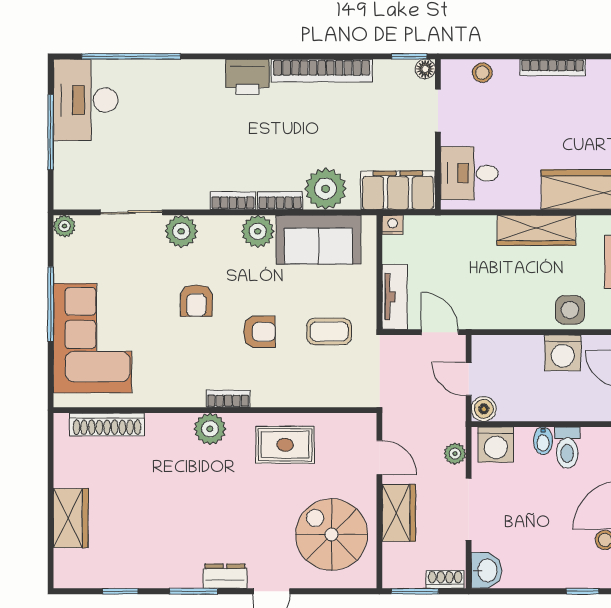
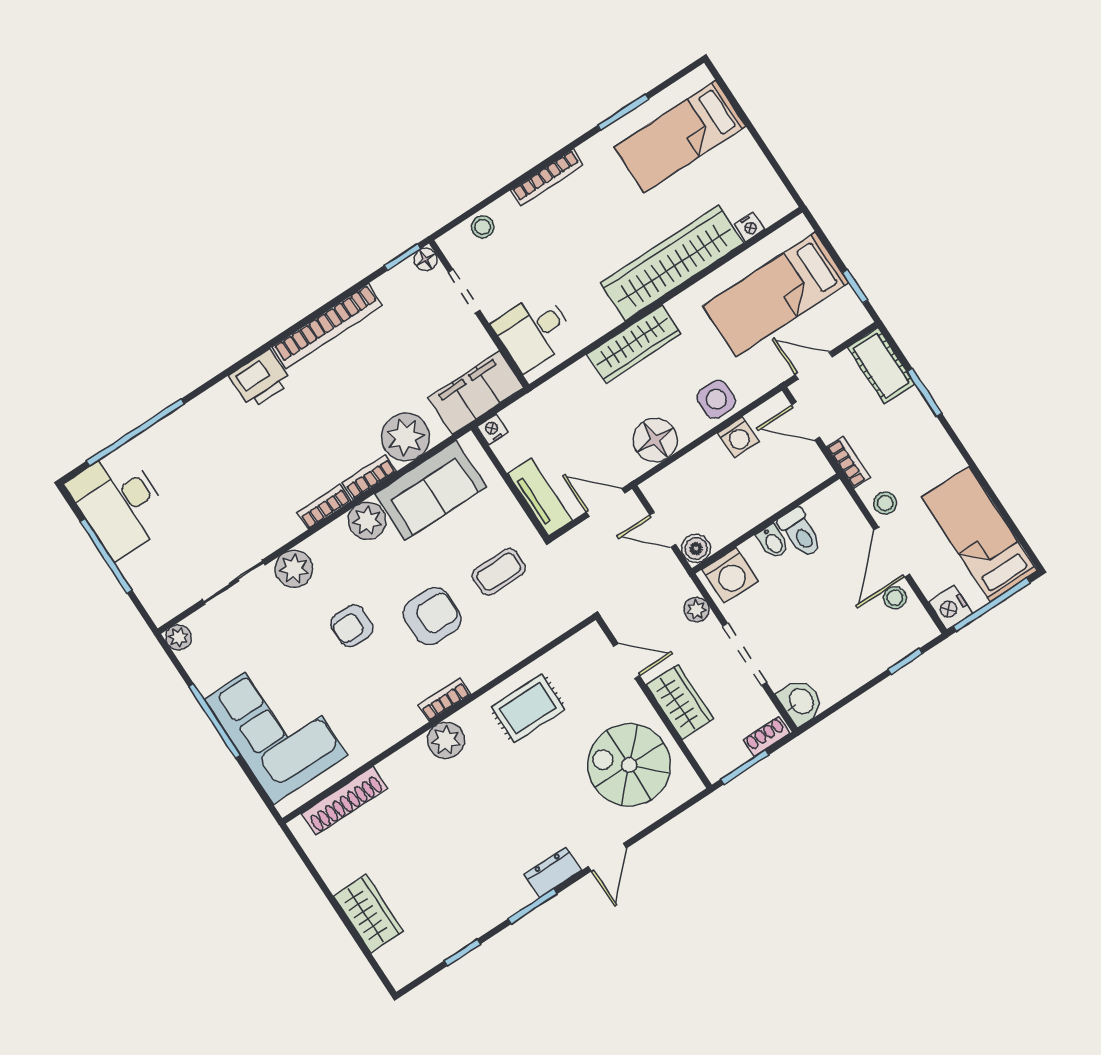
armchair: (196, 301) -> (352, 626), turned 90
floor lamp: (506, 310) -> (655, 440), added
armchair: (259, 332) -> (432, 616), width x1.38, depth x1.38
washing machine: (563, 353) -> (738, 437), width x0.73, depth x0.73

